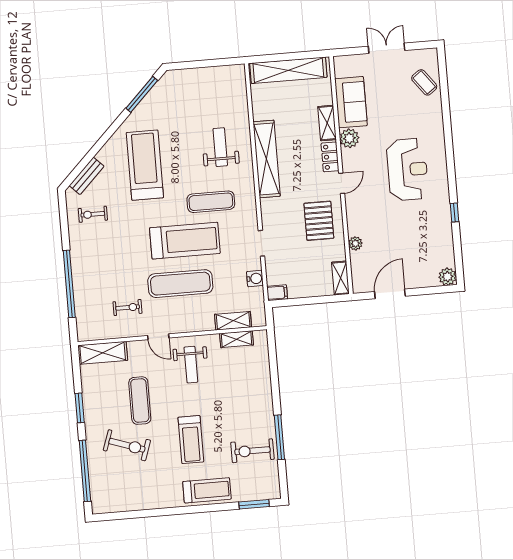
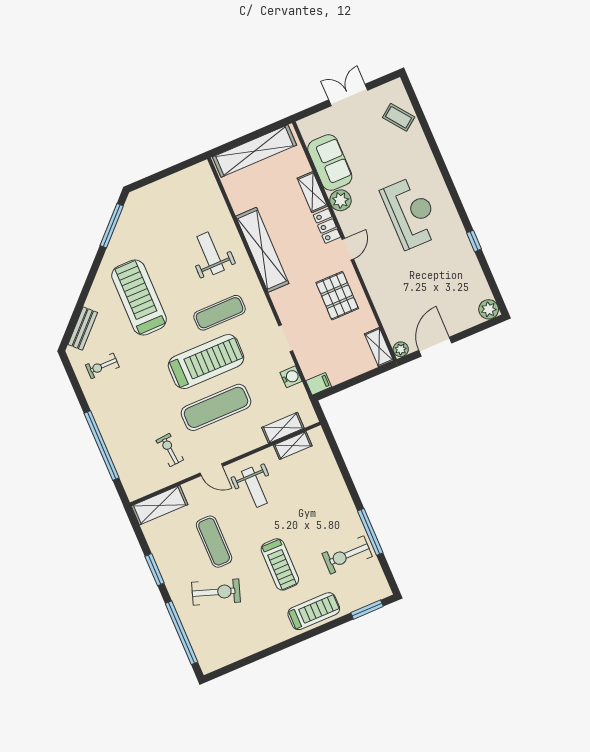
plant: (355, 243) -> (401, 349), moved
exercise bike: (128, 308) -> (170, 450), turned -95

